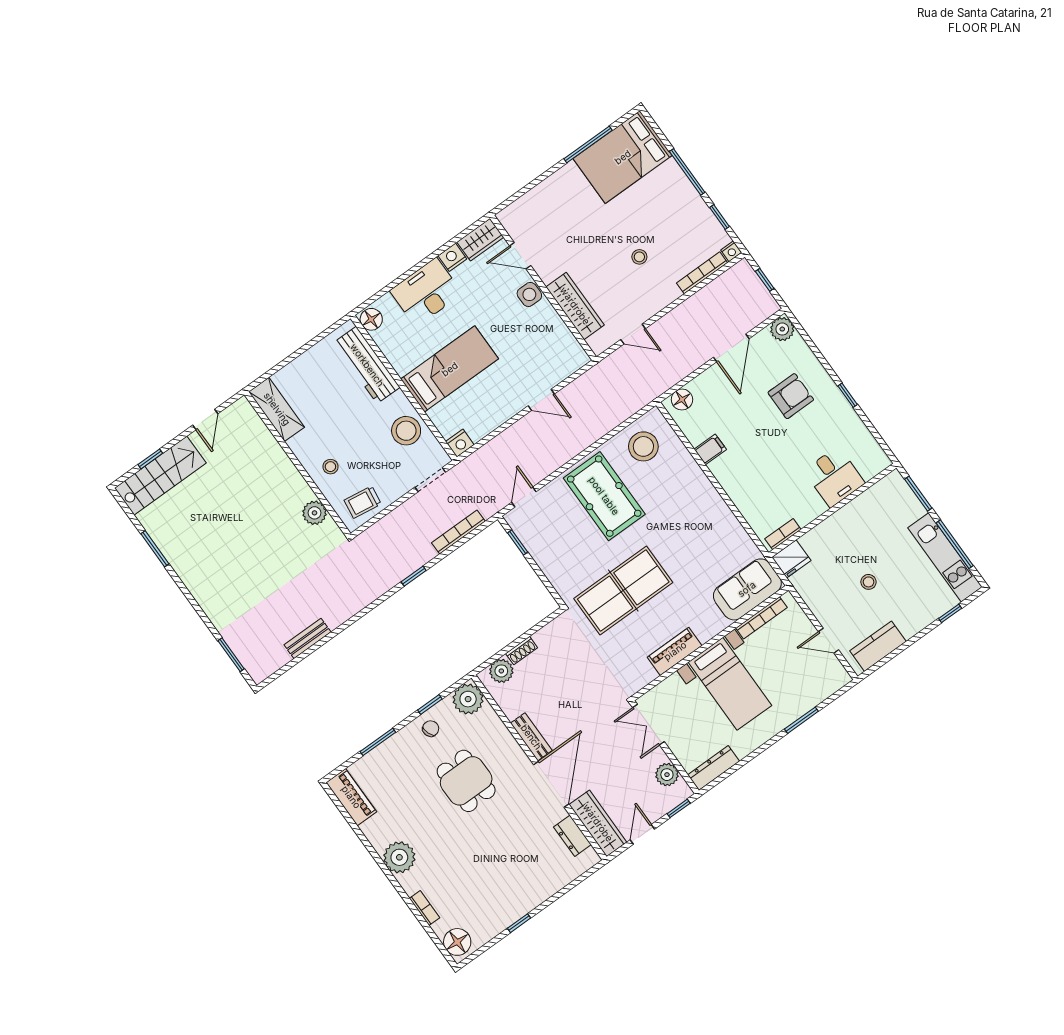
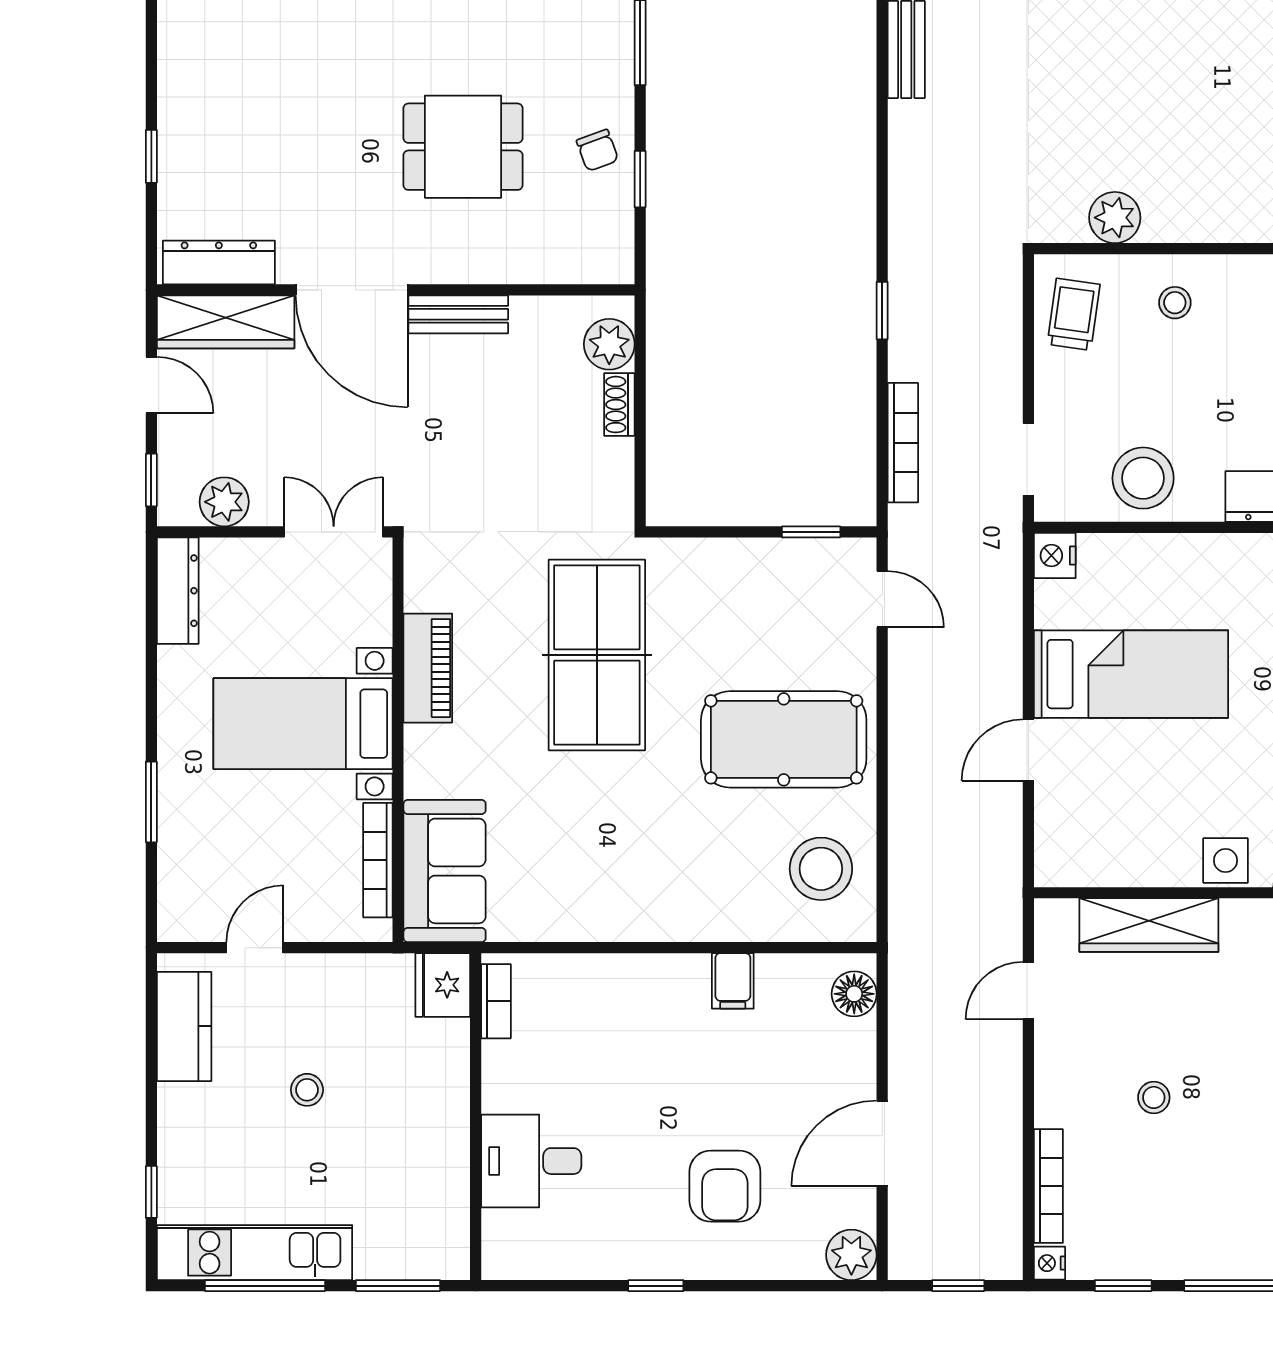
door: (731, 348) -> (882, 1143), hinge flipped
bed: (450, 369) -> (1131, 674), moved, turned -90
plant: (468, 699) -> (602, 252), removed
dresser: (572, 836) -> (219, 262), width x1.44
window: (519, 923) -> (151, 156), moved

